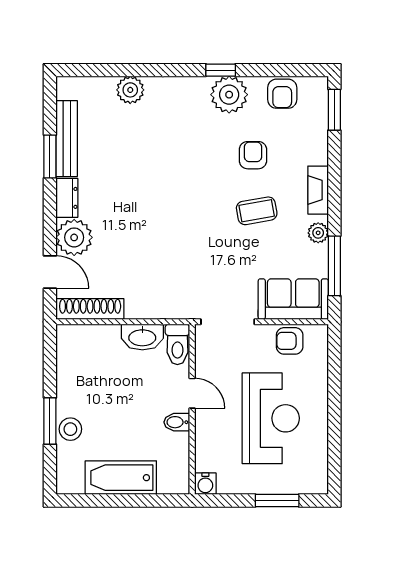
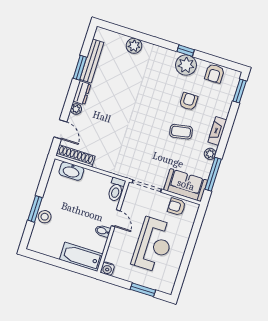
plant: (74, 237) -> (76, 109), width x0.53, depth x0.53
washbasin: (142, 337) -> (71, 171), moved
bathtub: (121, 478) -> (81, 257), moved

